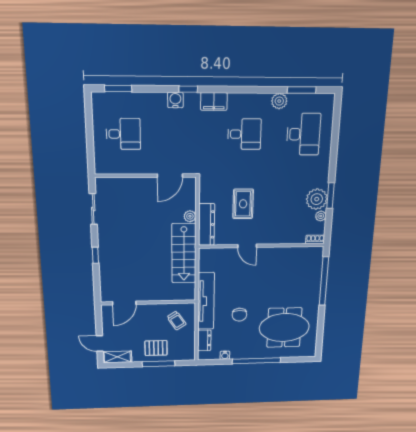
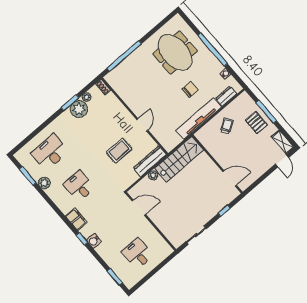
wall: (148, 302) -> (217, 164), moved
door: (124, 303) -> (230, 178), moved

